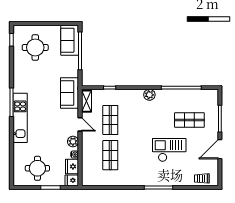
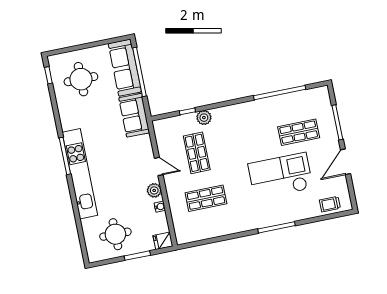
sofa: (70, 40) -> (125, 68), width x1.36
sofa: (69, 93) -> (134, 115), moved
plant: (149, 95) -> (204, 118), moved
shelving: (86, 101) -> (161, 135), removed
kitchen unit: (20, 118) -> (80, 174), width x1.36
checkout: (169, 150) -> (280, 176), width x1.36, depth x1.21
shop shelf: (110, 155) -> (206, 198), turned 90
fridge: (72, 166) -> (159, 223), removed

